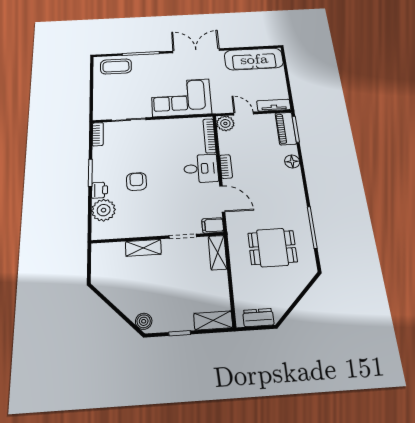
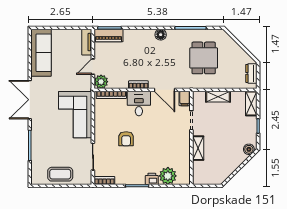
coffee table: (116, 66) -> (60, 174), moved, turned 90
floor lamp: (292, 161) -> (161, 35), moved
armchair: (136, 182) -> (126, 139), moved, turned -89
door: (222, 199) -> (165, 90), swing flipped
shelving: (218, 253) -> (218, 97), moved

